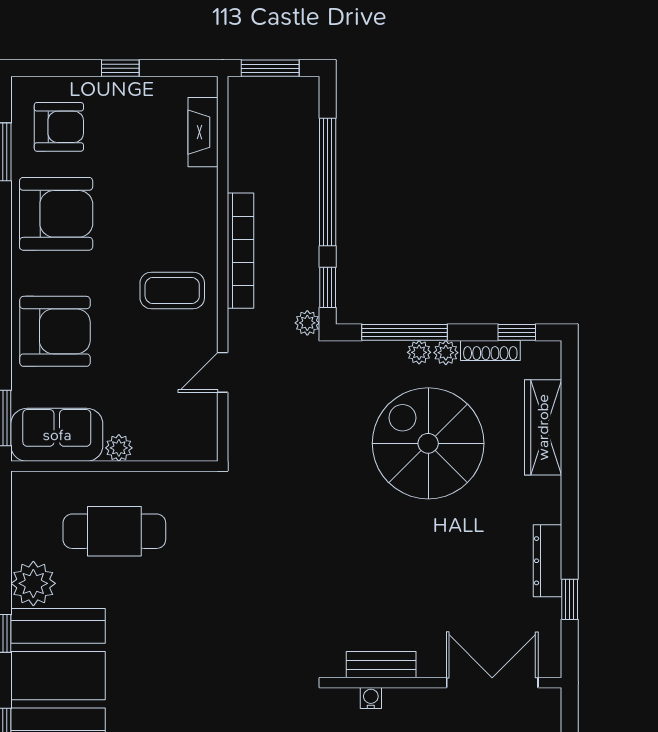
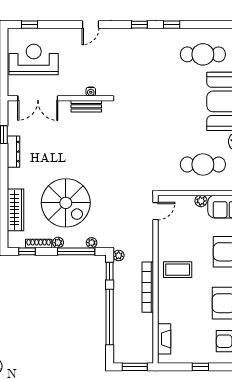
plant: (419, 352) -> (92, 243), moved
door: (223, 372) -> (156, 211), moved

